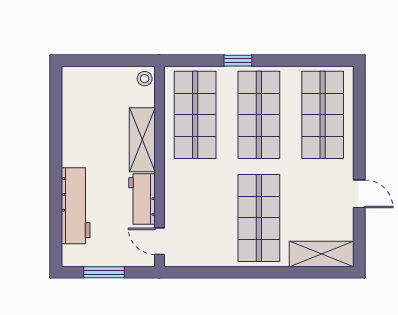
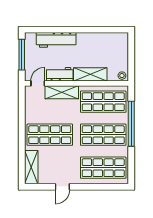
window: (238, 61) -> (131, 124), width x3.17
shelving: (177, 195) -> (62, 92), added
window: (104, 272) -> (22, 55), width x1.44

